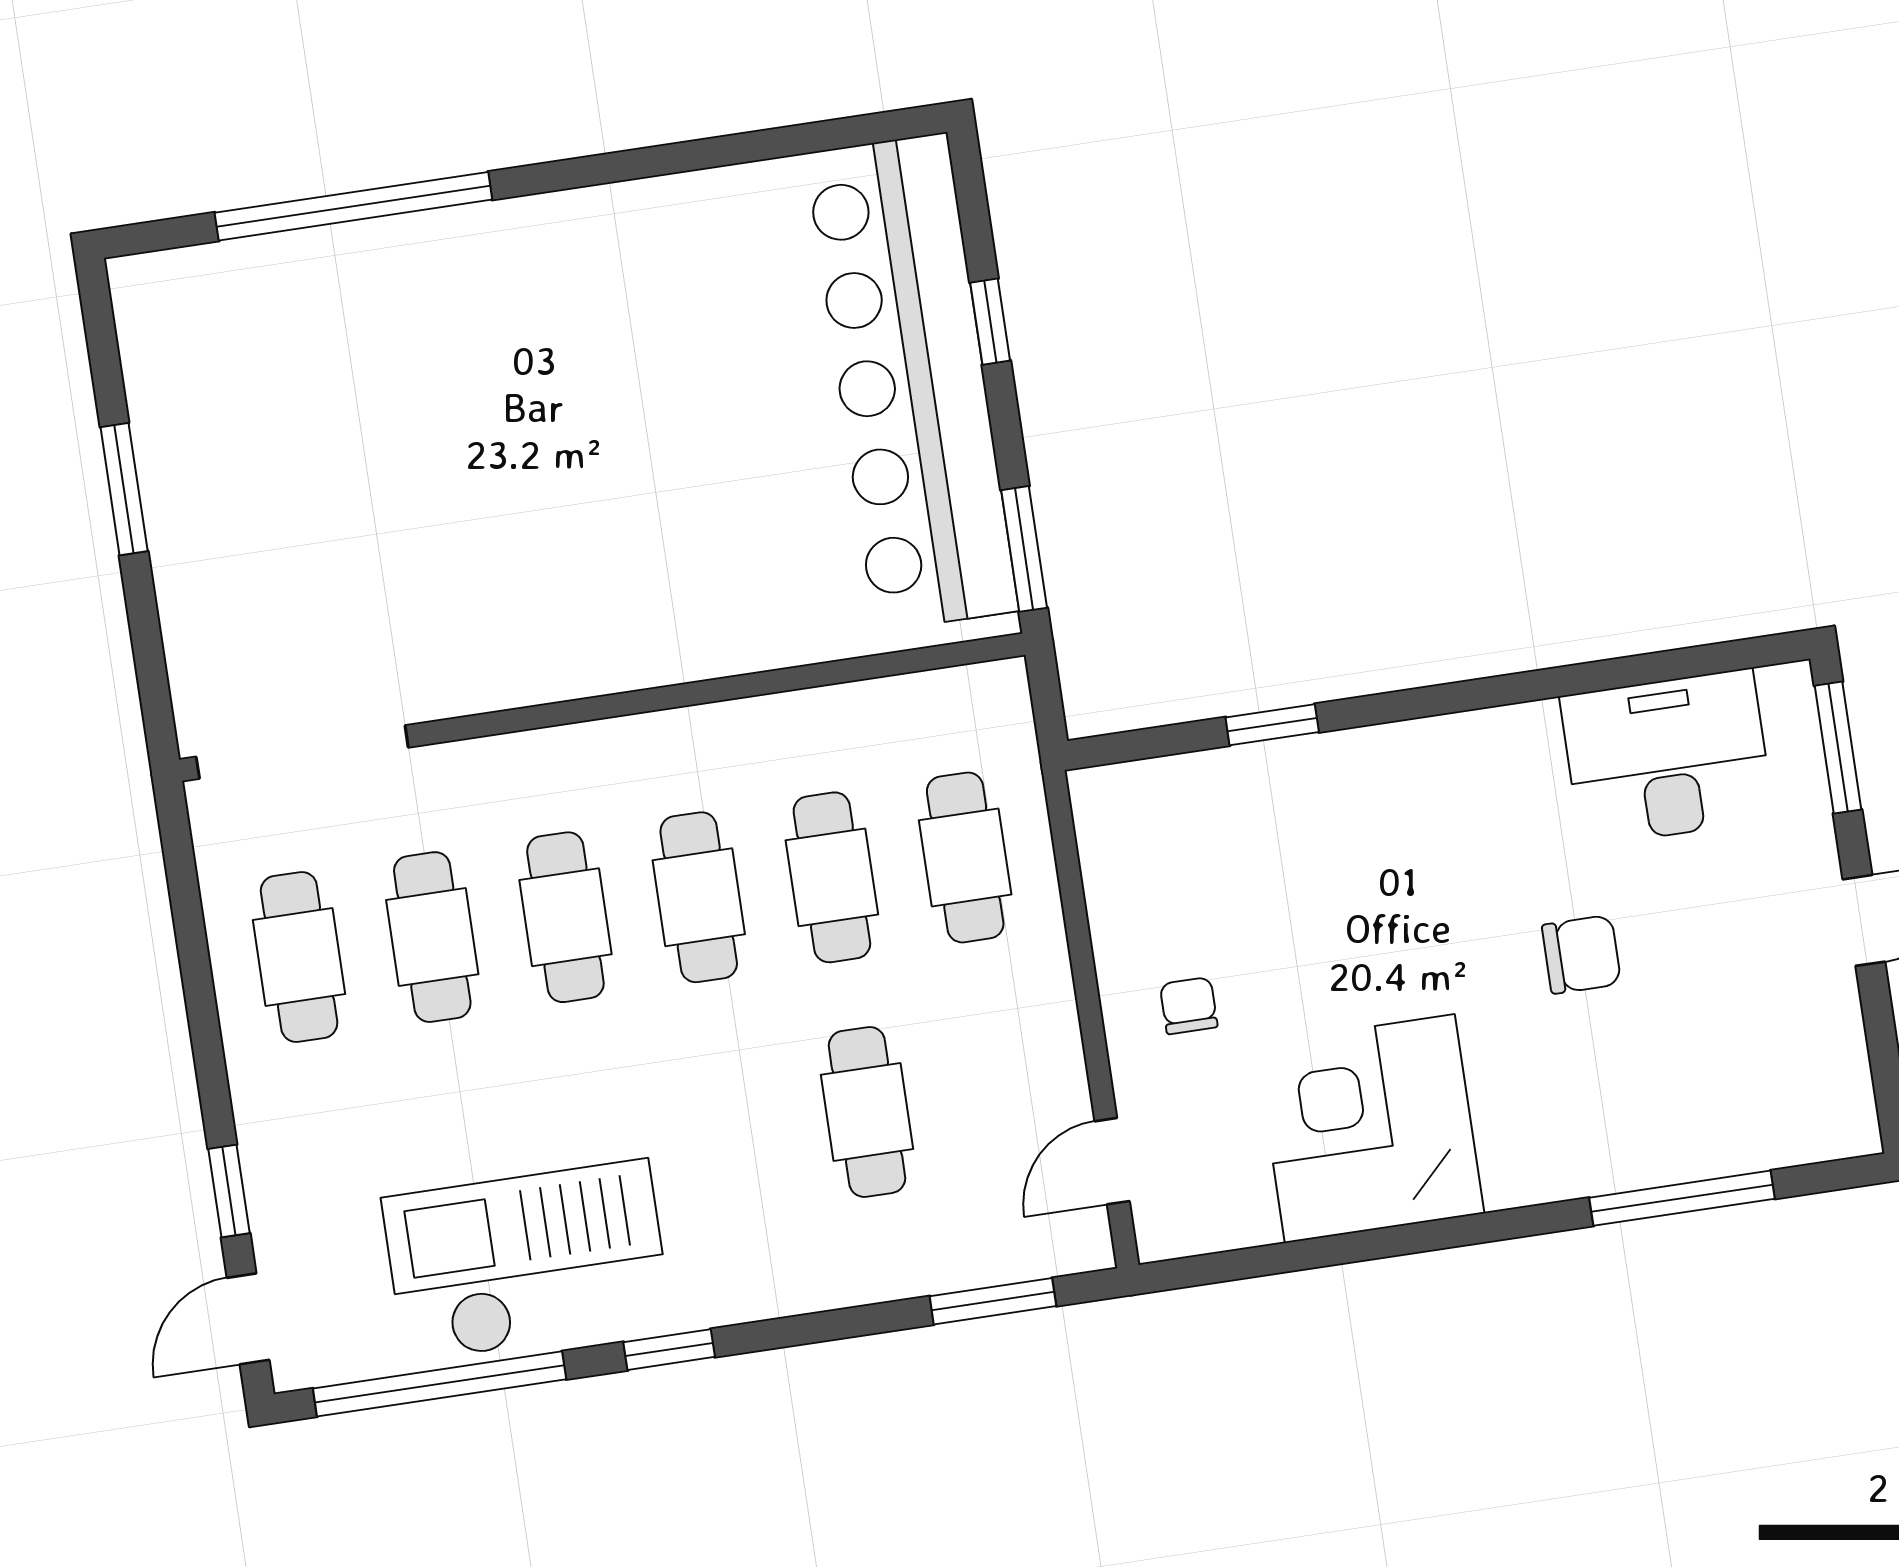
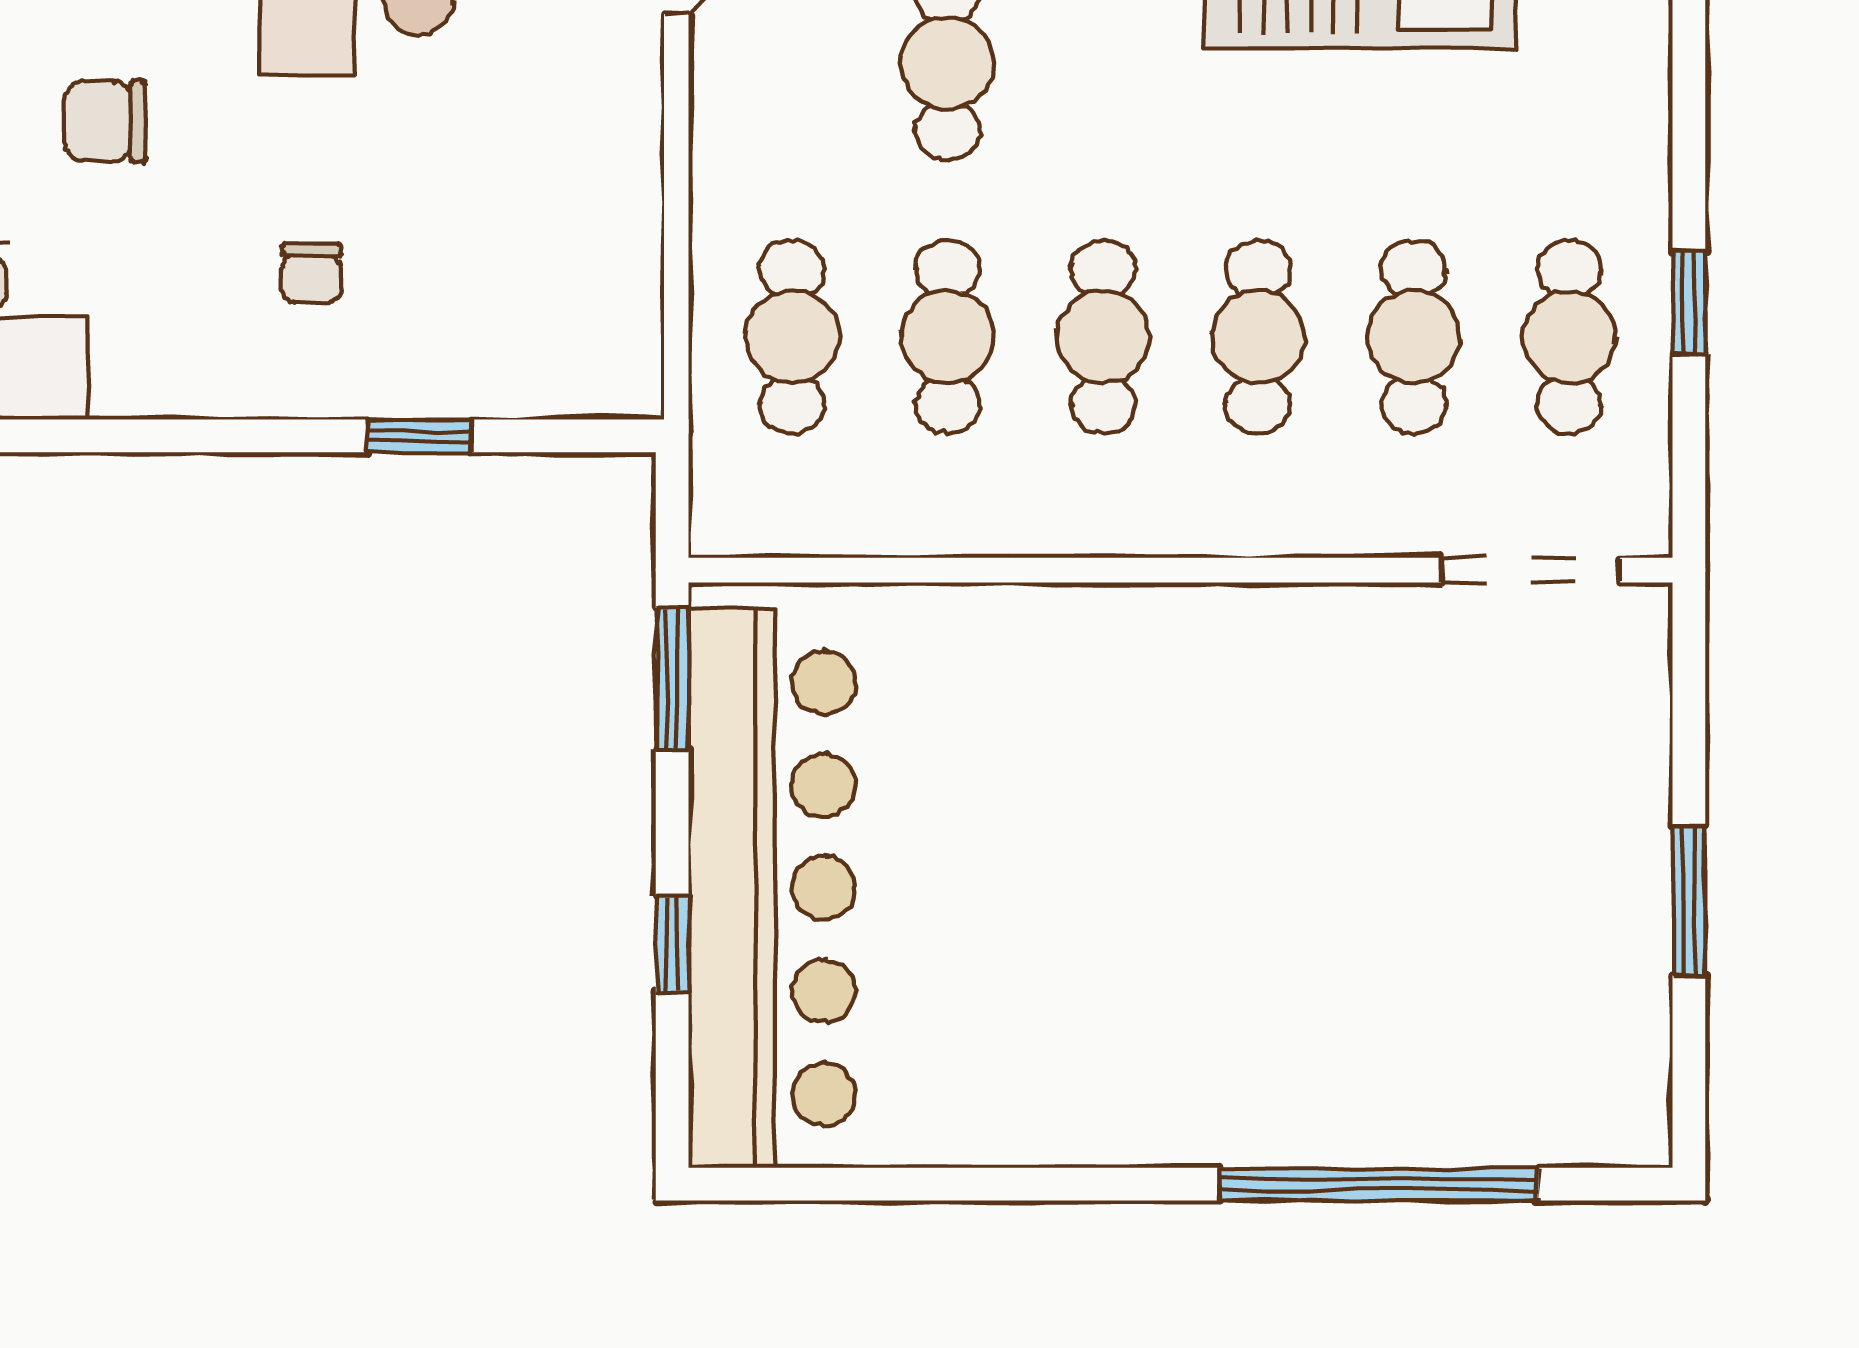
doorway: (302, 752) -> (1531, 570), width x0.73
chair: (1189, 1006) -> (311, 273), moved
window: (229, 1191) -> (1689, 303), moved

